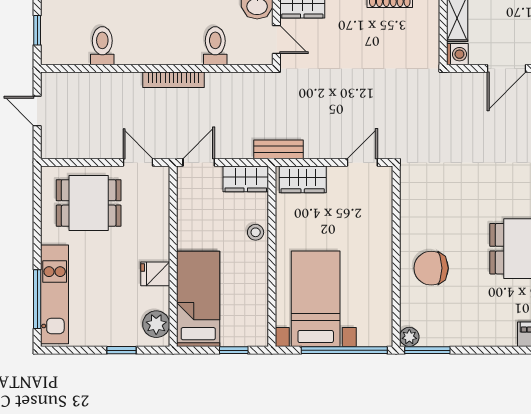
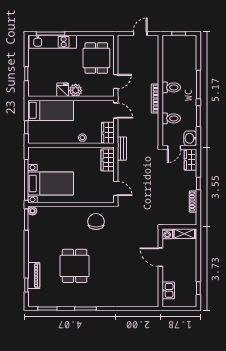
toilet: (102, 46) -> (171, 87), moved
chair: (431, 268) -> (96, 222), moved
bed with nightstands: (316, 299) -> (51, 183), moved
plant: (156, 324) -> (76, 90), moved

